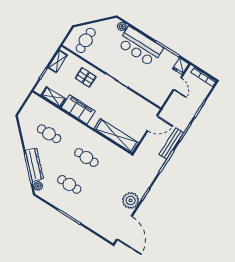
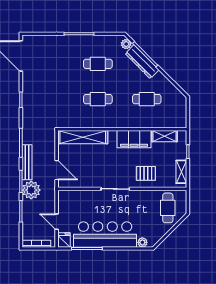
bar counter: (140, 46) -> (105, 235), width x1.36
door: (152, 123) -> (57, 170), swing flipped
plant: (131, 200) -> (31, 190), moved

